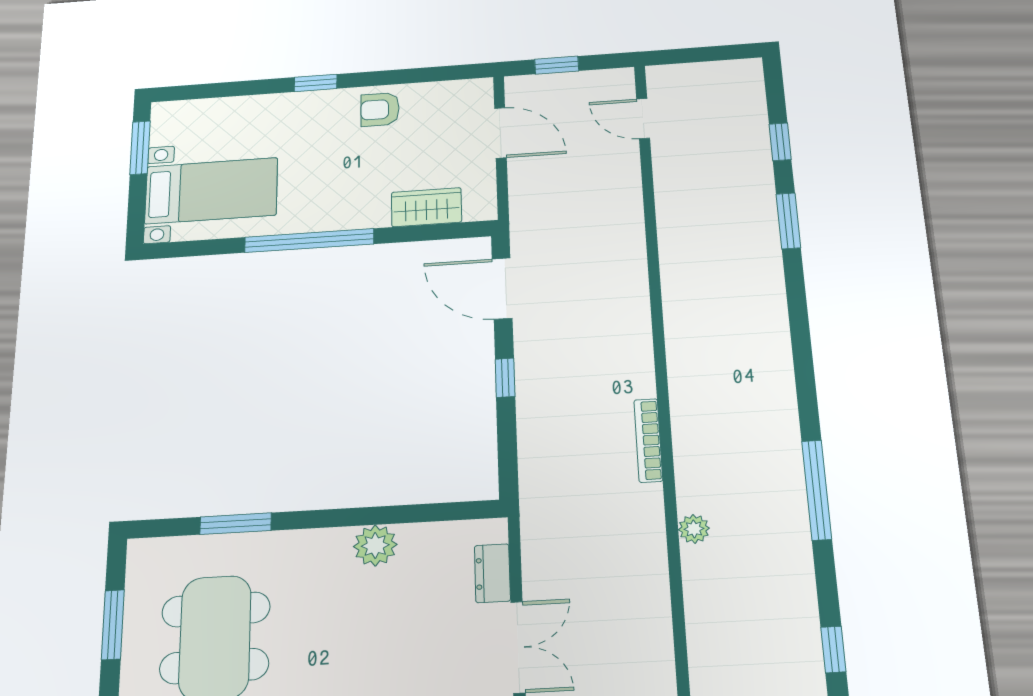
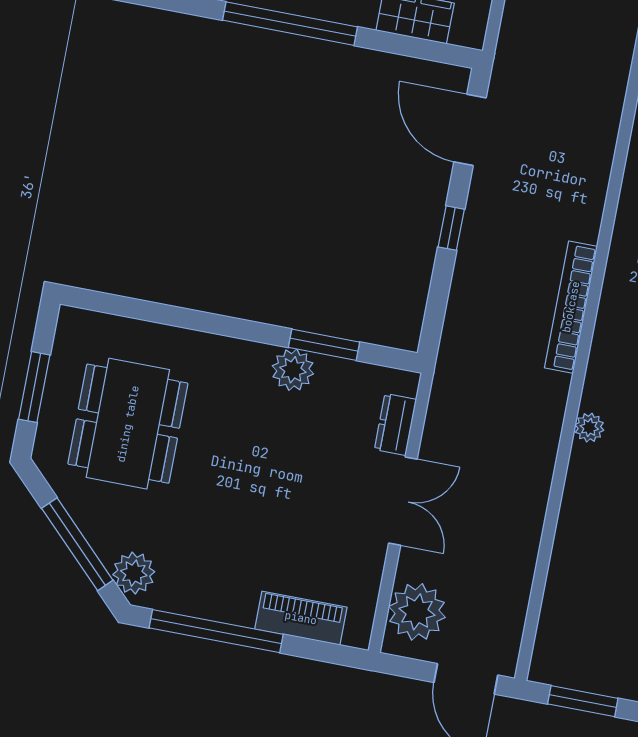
bookcase: (648, 440) -> (571, 307), width x1.48, depth x1.31
window: (236, 524) -> (324, 345), moved

